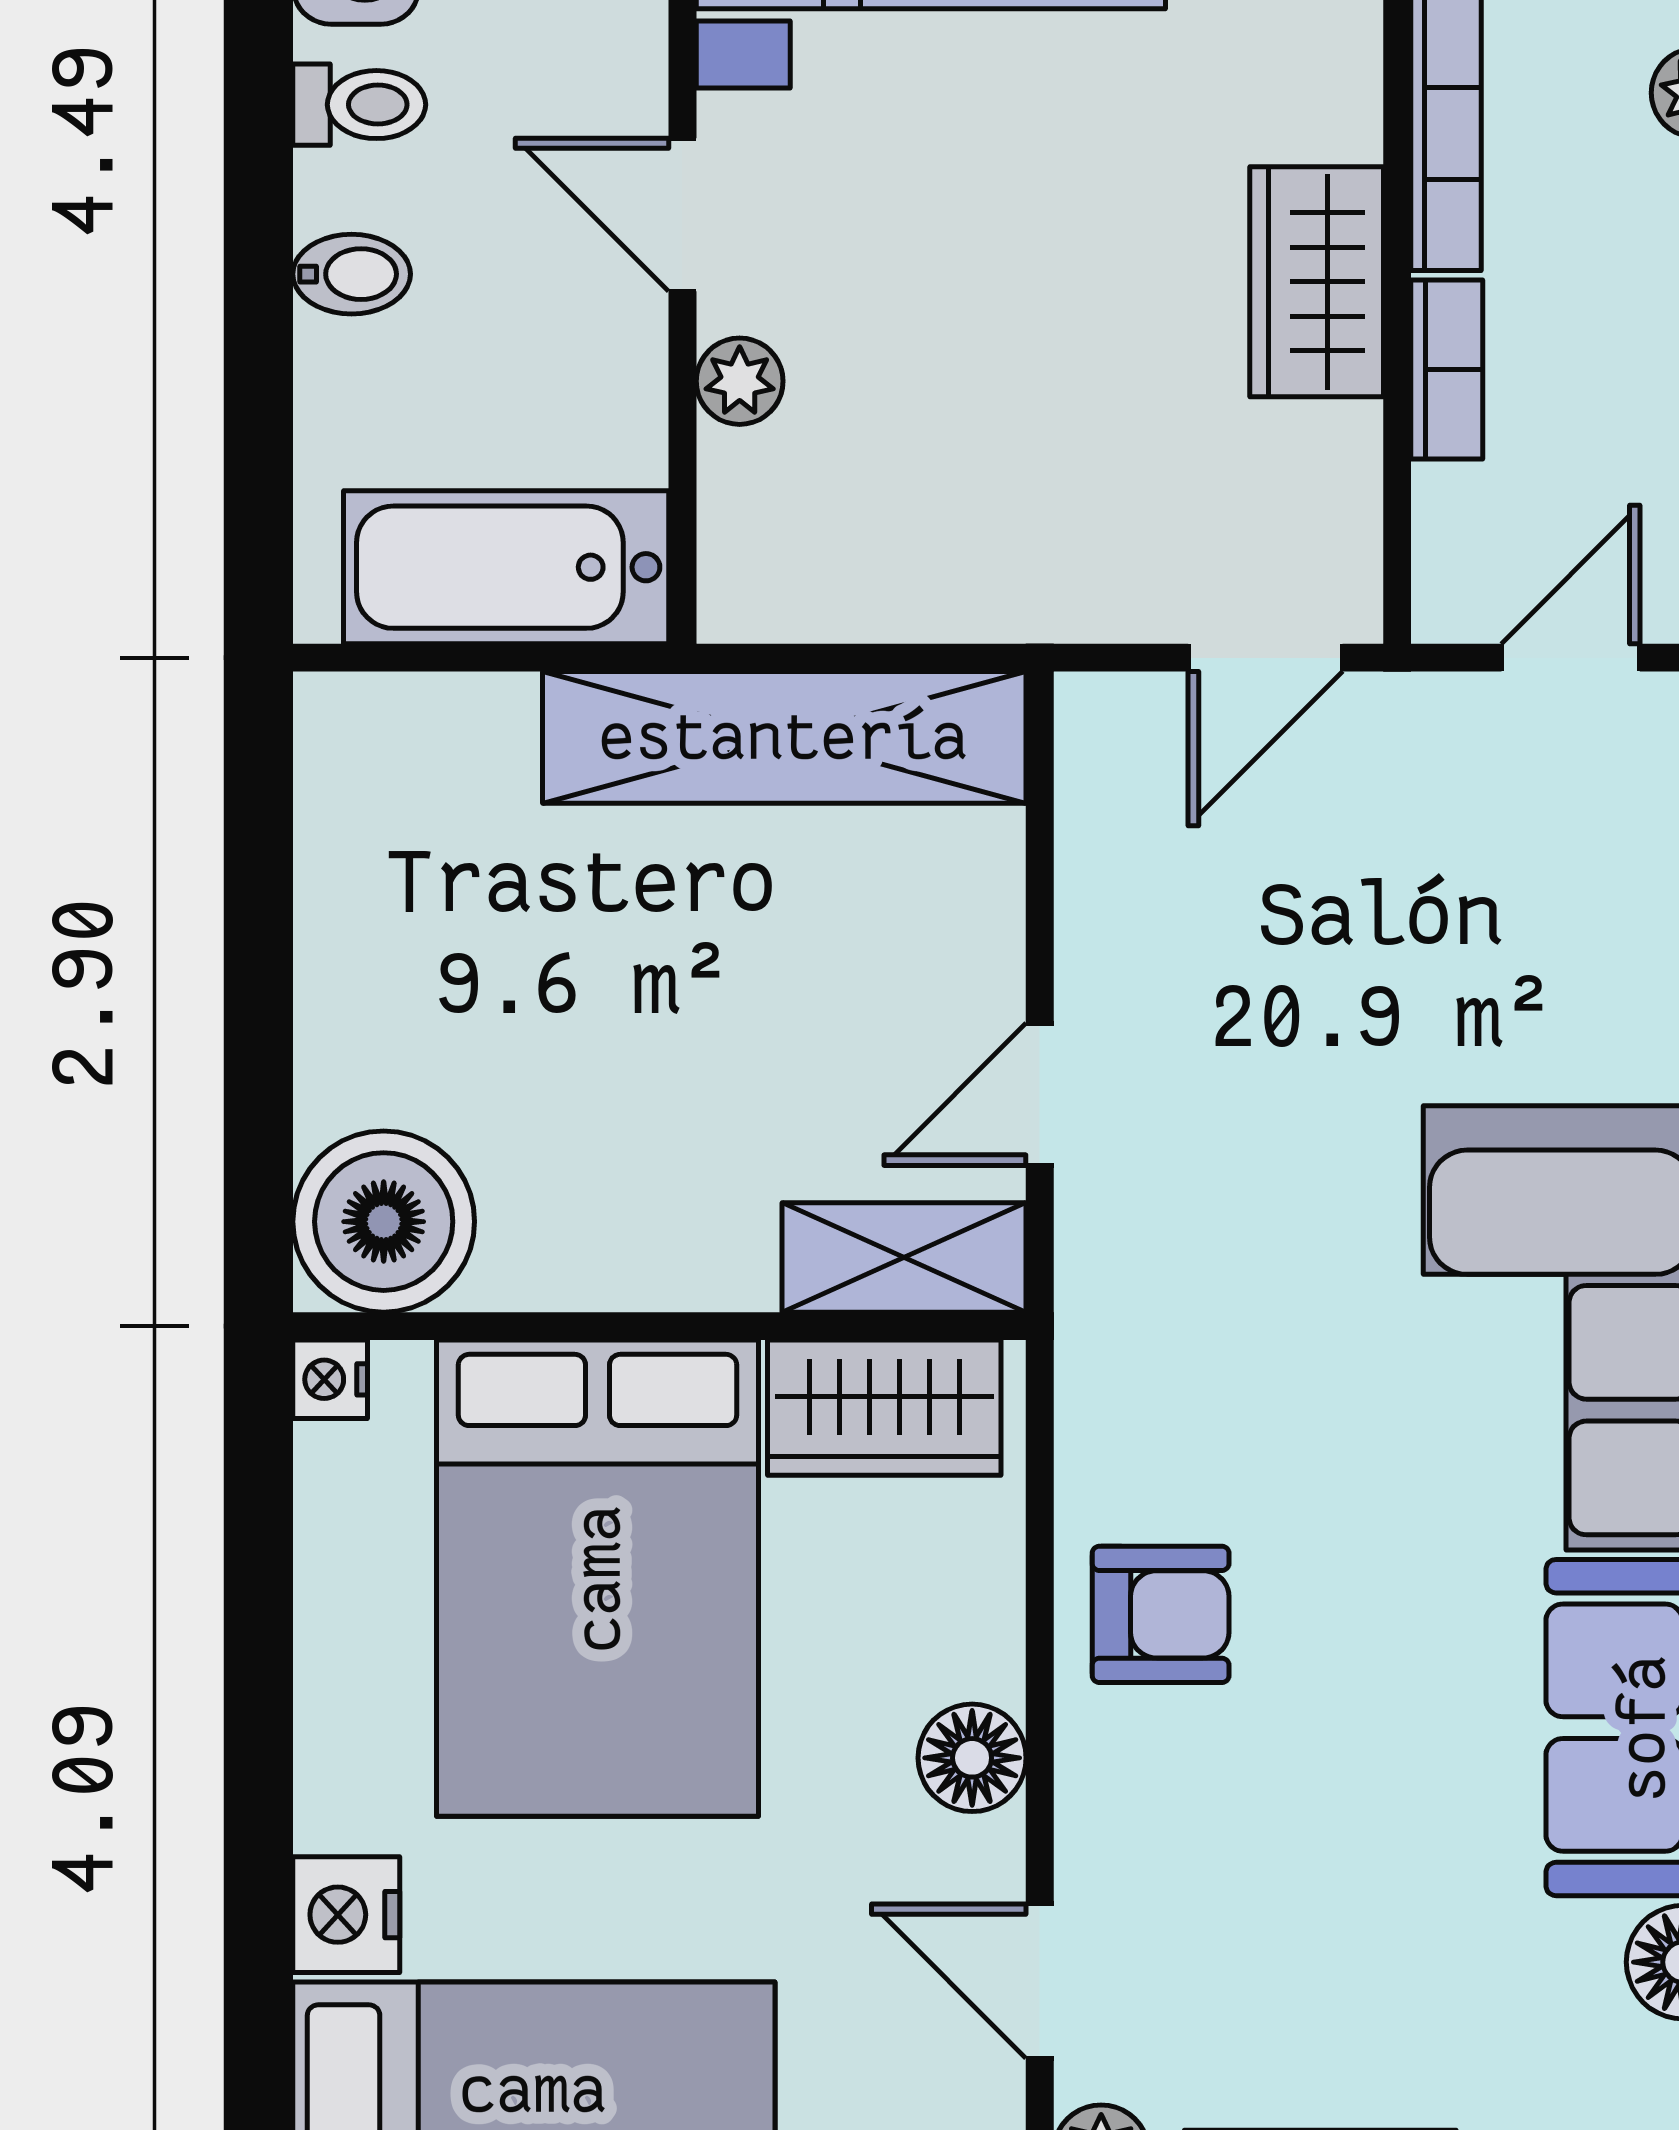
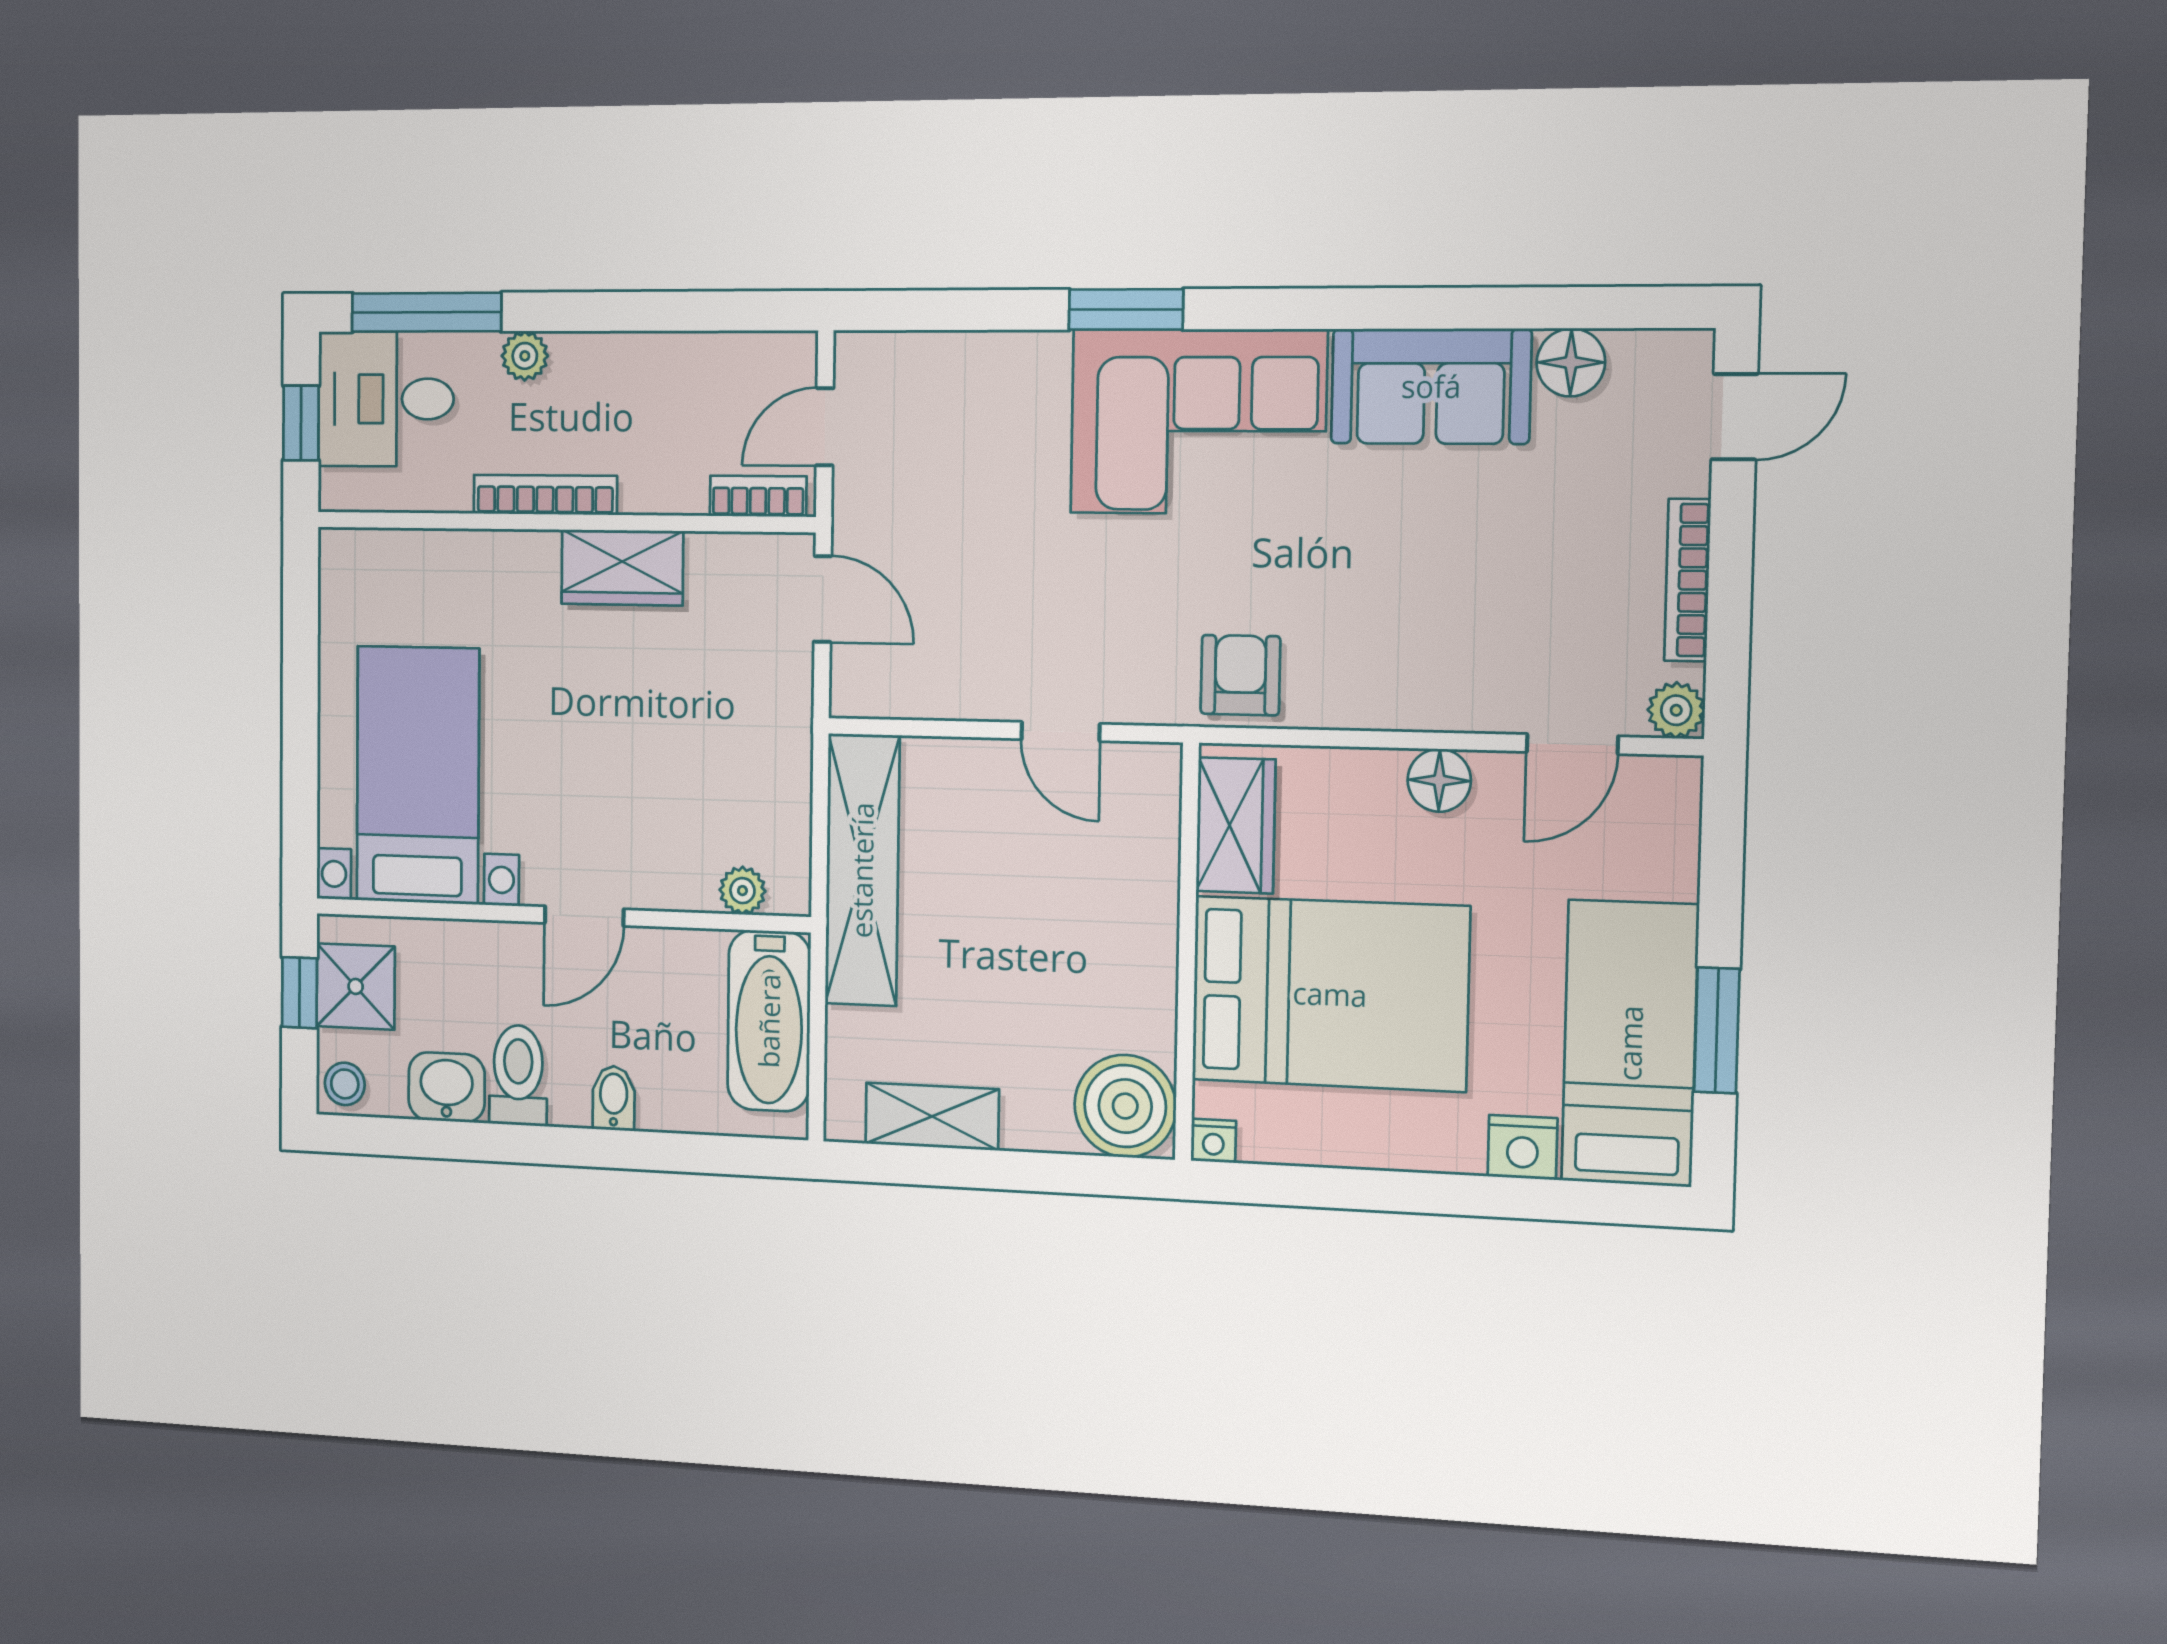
toilet: (359, 105) -> (518, 1075), width x1.37, depth x1.39
bookcase: (1447, 370) -> (758, 496), moved
plant: (740, 381) -> (742, 891), moved
door: (1571, 658) -> (825, 427), hinge flipped
shelving: (904, 1257) -> (932, 1116), moved, turned 90
armchair: (1161, 1614) -> (1240, 675), moved

